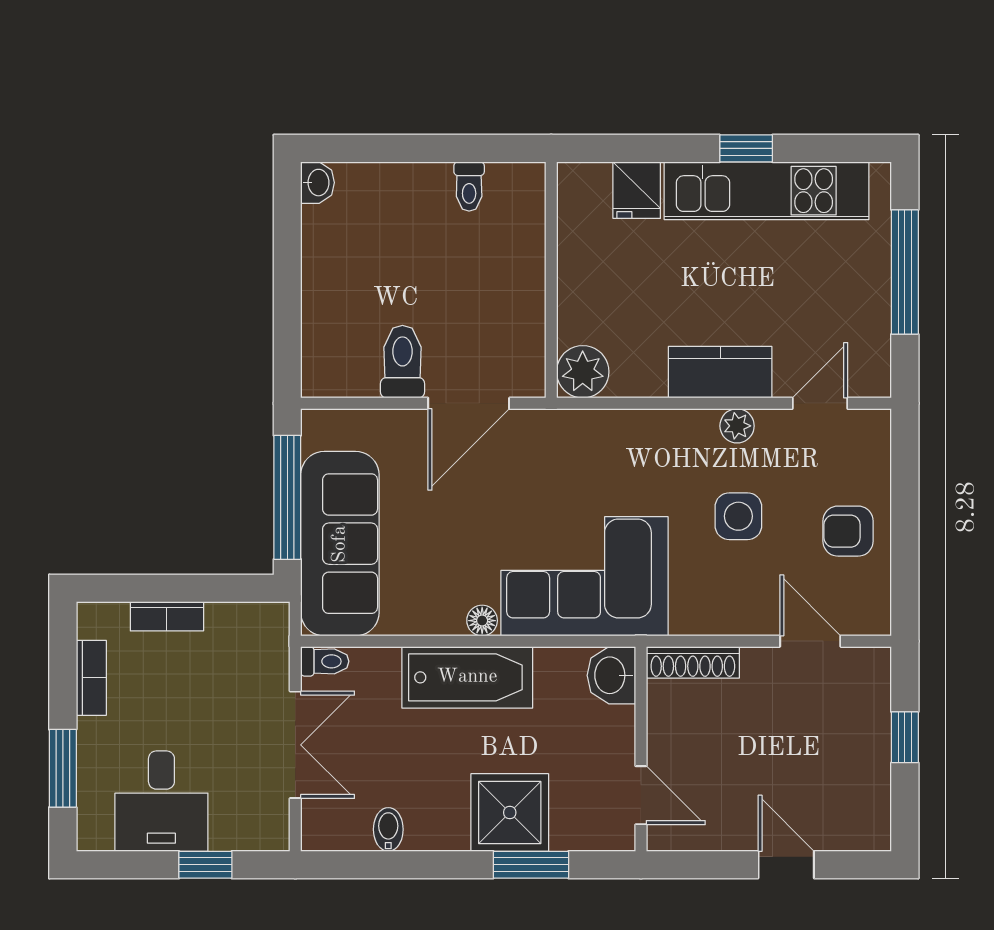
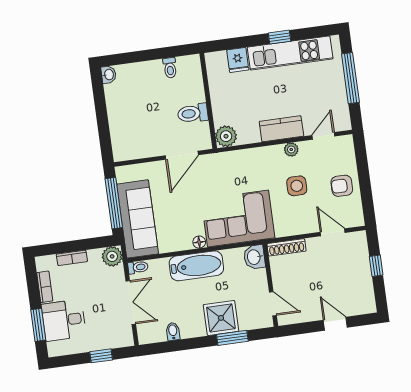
toilet: (402, 362) -> (193, 113), moved, turned -90
plant: (265, 626) -> (112, 256), added
desk: (161, 801) -> (64, 320), moved, turned 90

